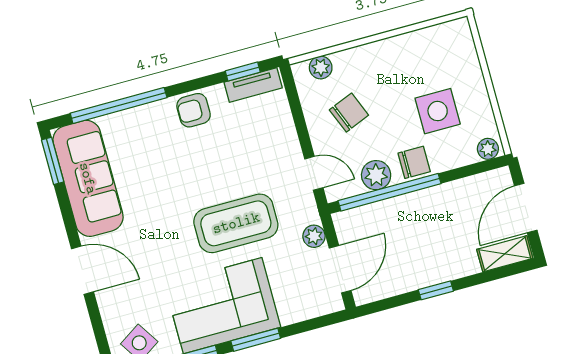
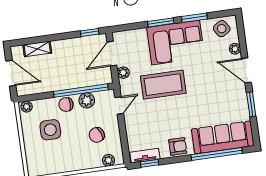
window: (53, 161) -> (251, 104), moved
door: (314, 173) -> (119, 105), swing flipped
sofa: (88, 178) -> (223, 137), moved, turned 90
door: (526, 208) -> (11, 73), hinge flipped
shelving: (505, 254) -> (37, 49), moved
window: (436, 290) -> (90, 32), moved
plant: (109, 308) -> (235, 49), added

